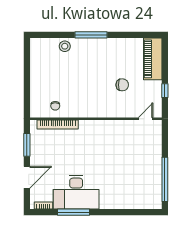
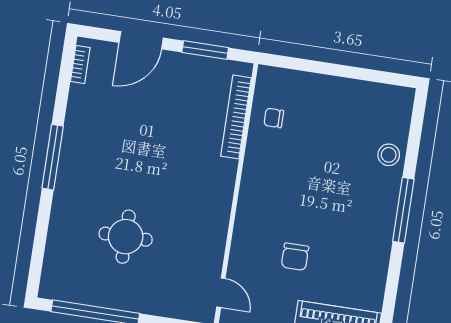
round table: (125, 170) -> (126, 237), added
door: (27, 177) -> (141, 40), hinge flipped
desk: (76, 192) -> (97, 133), removed
window: (74, 212) -> (53, 157), moved

